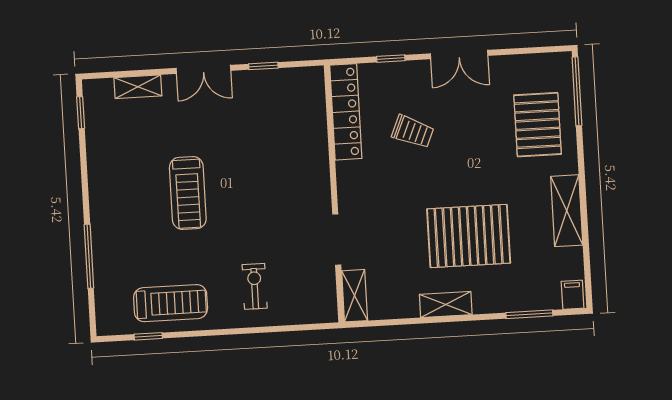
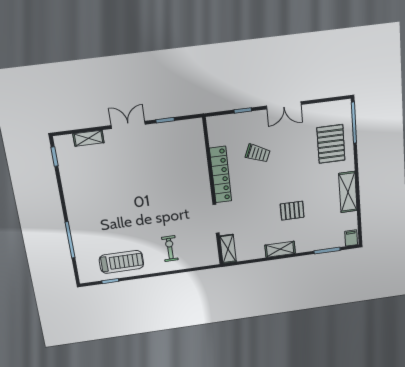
double door: (203, 69) -> (128, 125), swing flipped
locker: (346, 112) -> (221, 175), moved
treadmill: (188, 193) -> (126, 199), removed
pallet: (469, 236) -> (292, 211), width x0.49, depth x0.50

